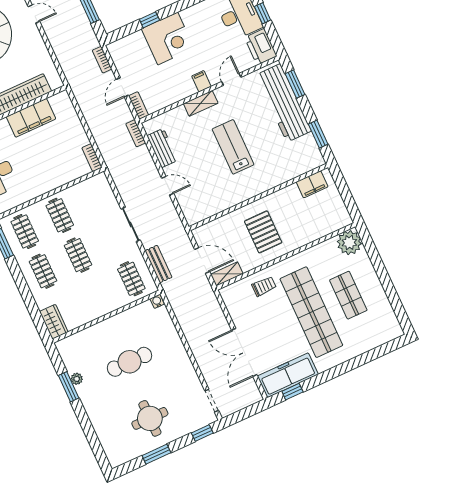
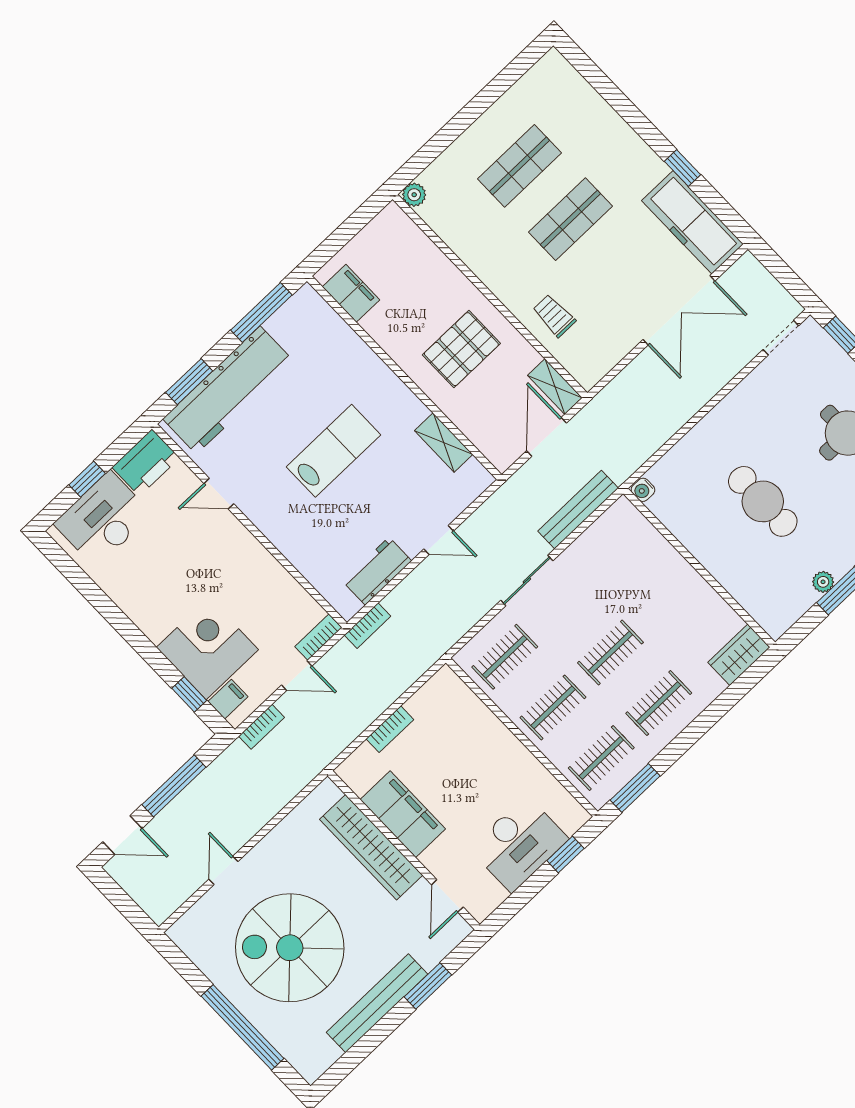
window: (149, 20) -> (189, 694), moved
corner desk: (168, 39) -> (207, 649), moved
filing cabinet: (201, 81) -> (228, 699), moved, turned 180
shelving: (201, 103) -> (444, 443), moved
window: (318, 134) -> (261, 313), width x1.44
lab bench: (233, 147) -> (333, 451), turned 180
bookcase: (92, 158) -> (390, 729), moved
door: (168, 186) -> (439, 540), swing flipped
plant: (349, 243) -> (414, 195), width x0.53, depth x0.53
bench: (158, 264) -> (578, 510), width x1.36
clothes rail: (131, 279) -> (505, 657), moved
shop shelf: (311, 312) -> (570, 219), width x0.50, depth x0.74
window: (292, 392) -> (683, 168), moved

